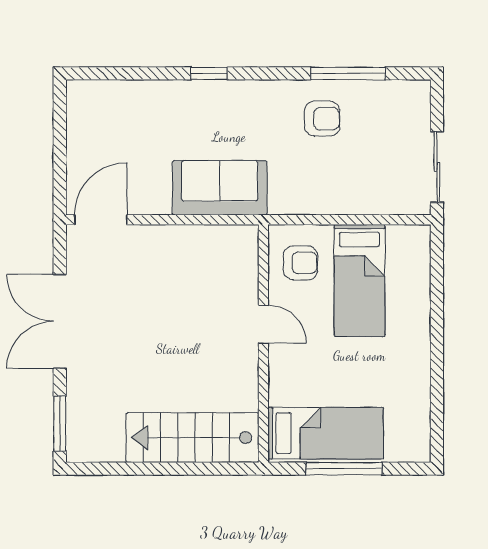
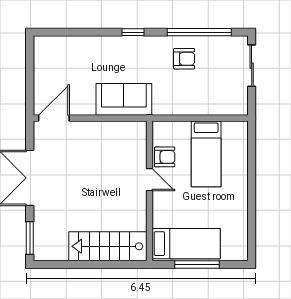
window: (209, 73) -> (133, 32), moved
window: (348, 73) -> (199, 32), width x1.46
sliding door: (437, 167) -> (252, 66), moved
armchair: (300, 263) -> (165, 157), moved

